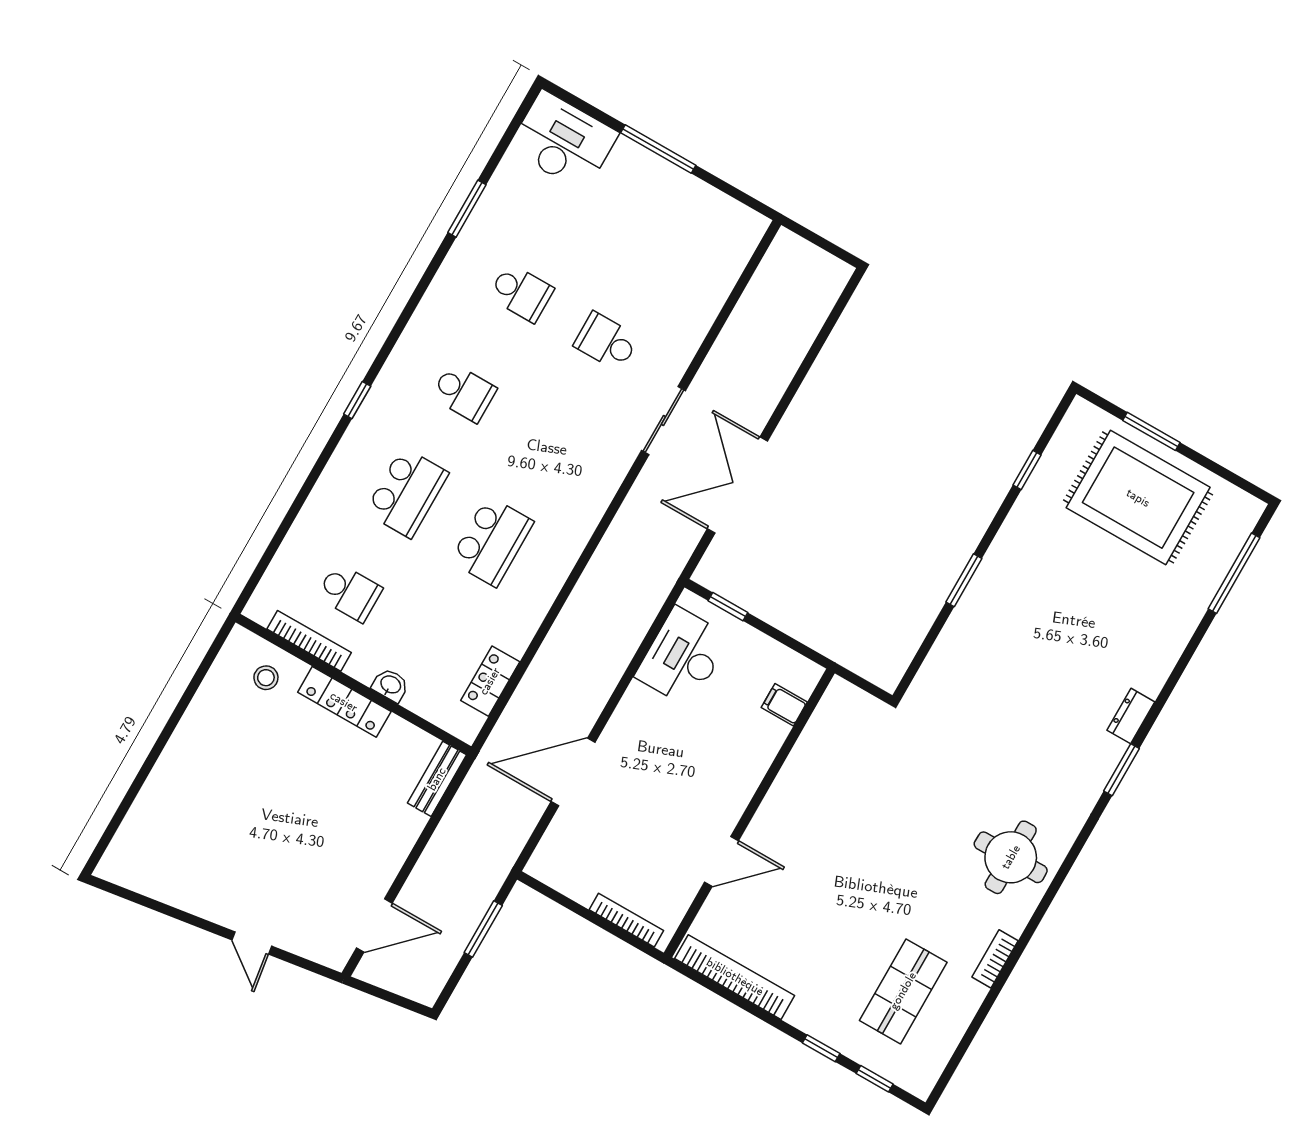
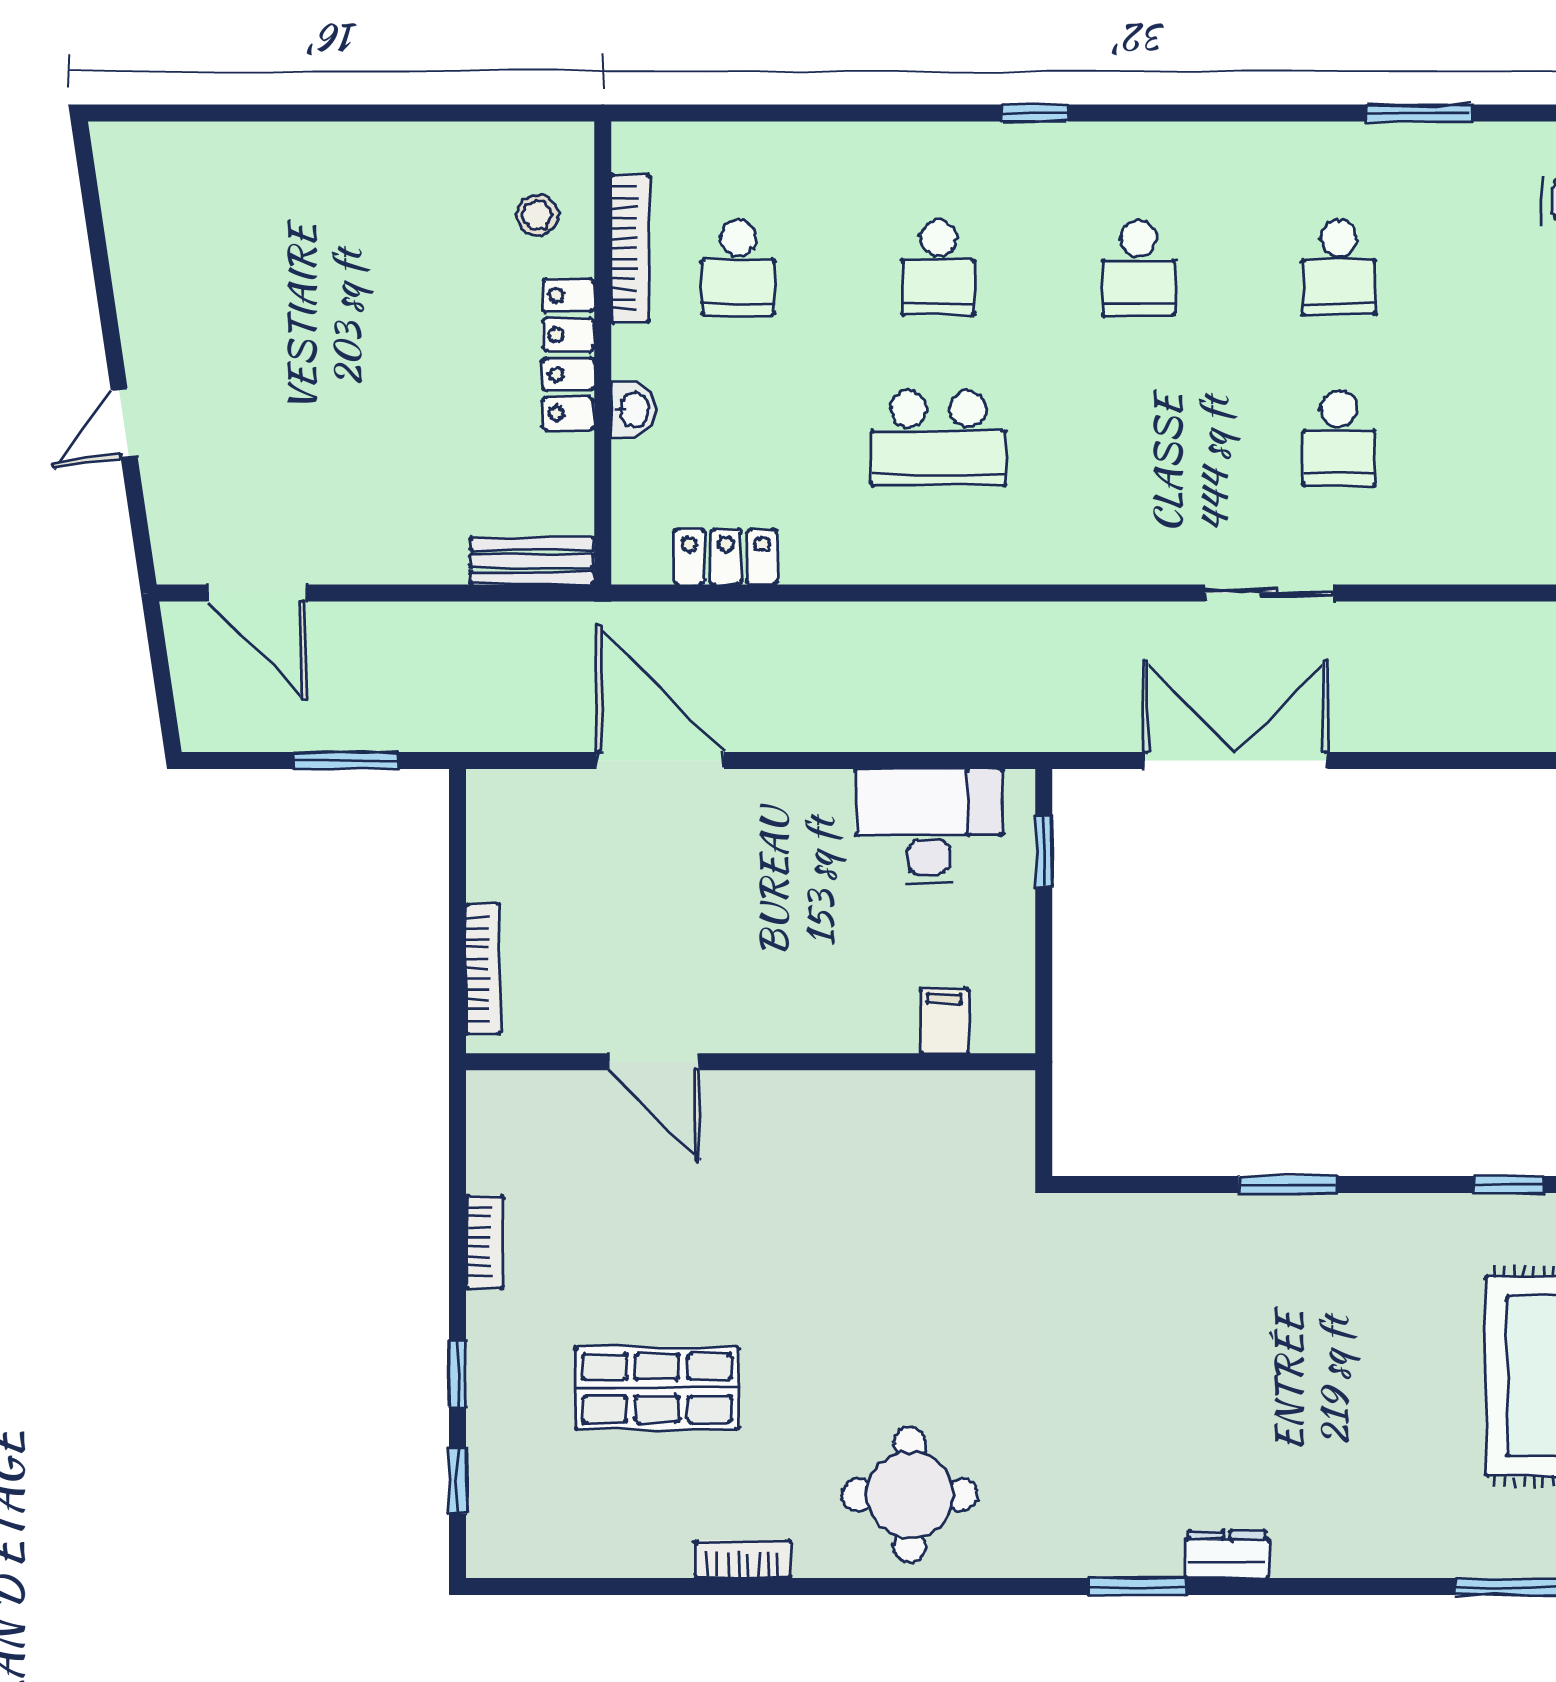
school desk: (606, 341) -> (1339, 438), turned 180
school desk: (407, 493) -> (938, 268), width x0.54
bookcase: (735, 977) -> (484, 1242), width x0.43, depth x0.76
shop shelf: (903, 991) -> (657, 1388), moved

